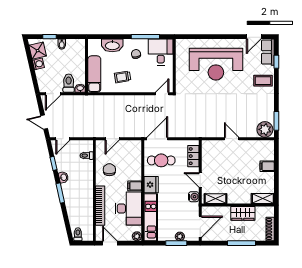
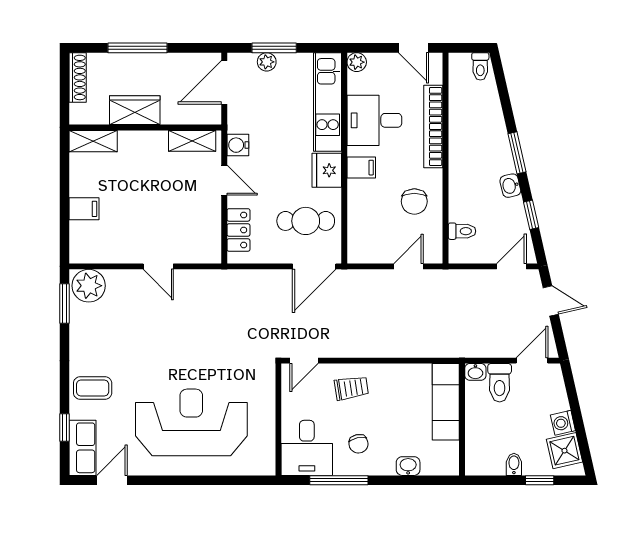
washbasin: (112, 45) -> (408, 466), width x0.52, depth x0.69
trolley: (123, 77) -> (351, 388), moved
desk: (128, 208) -> (374, 120), width x0.73

